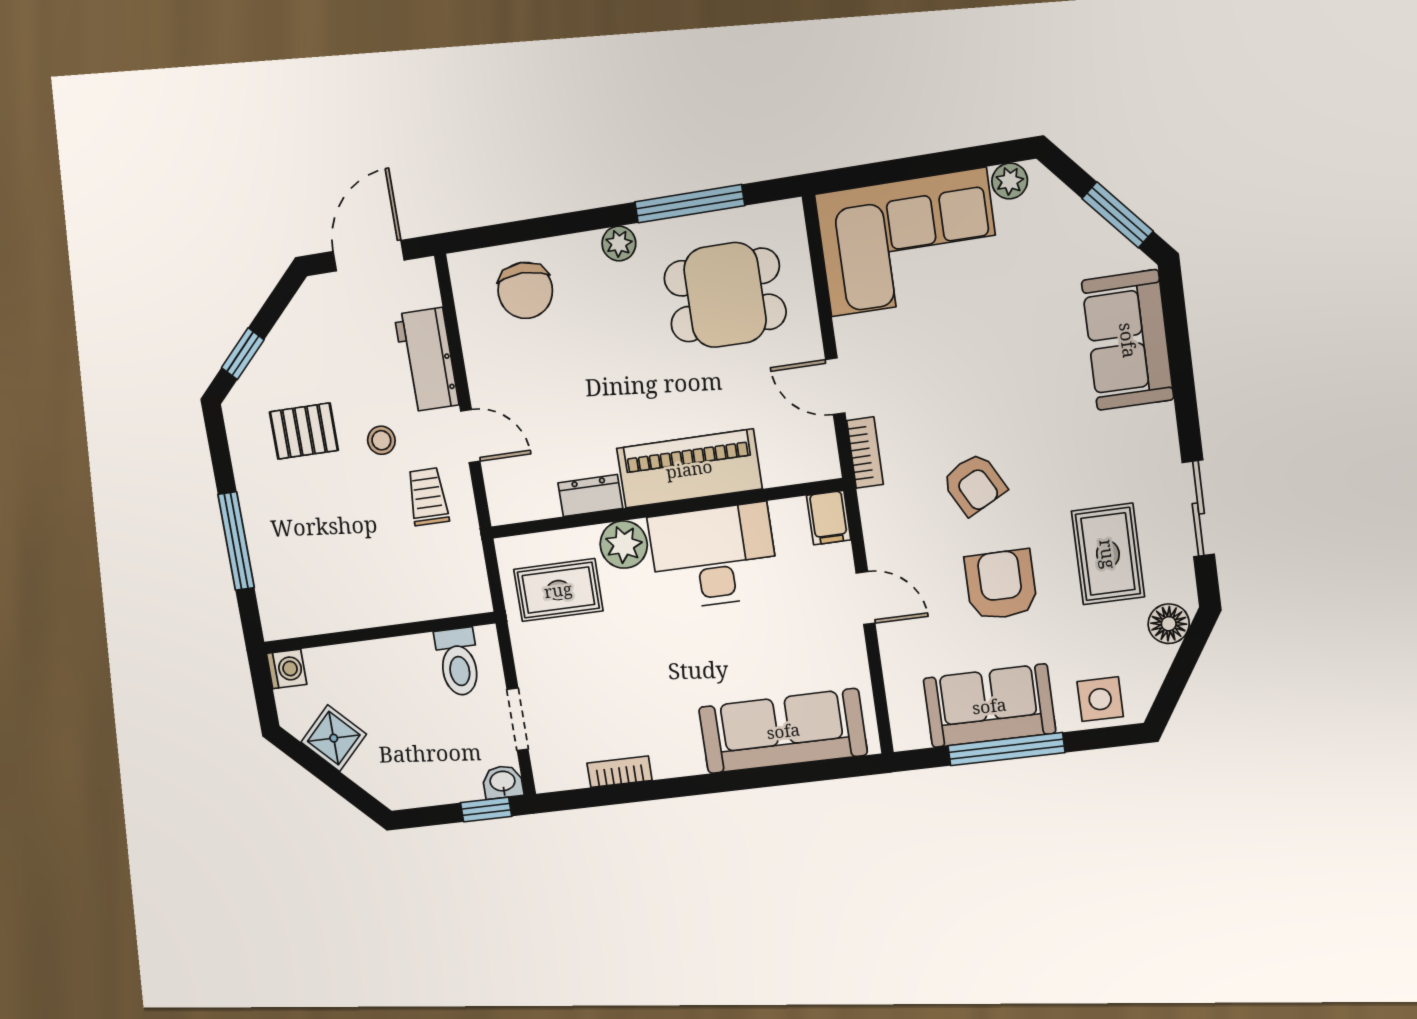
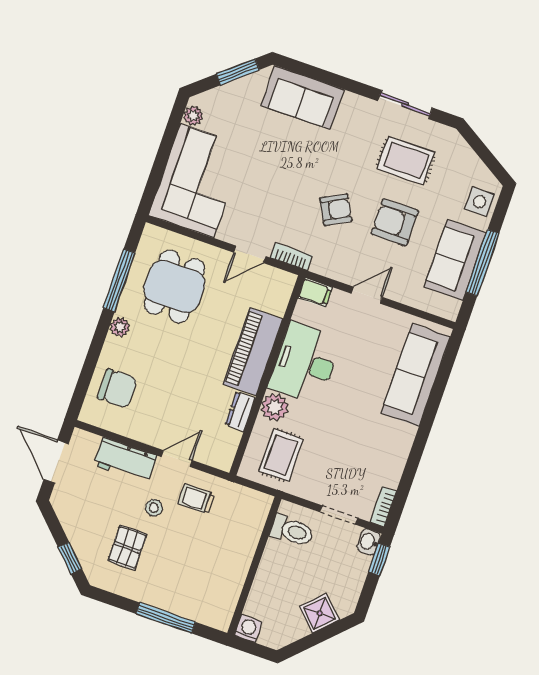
floor lamp: (1169, 624) -> (457, 148), removed
shower: (334, 738) -> (320, 613), moved
bookcase: (620, 772) -> (383, 507), moved

